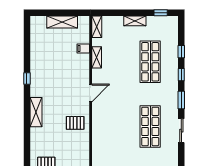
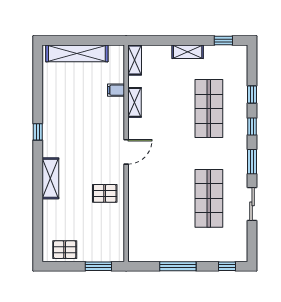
shelving: (62, 22) -> (77, 53), width x1.47

